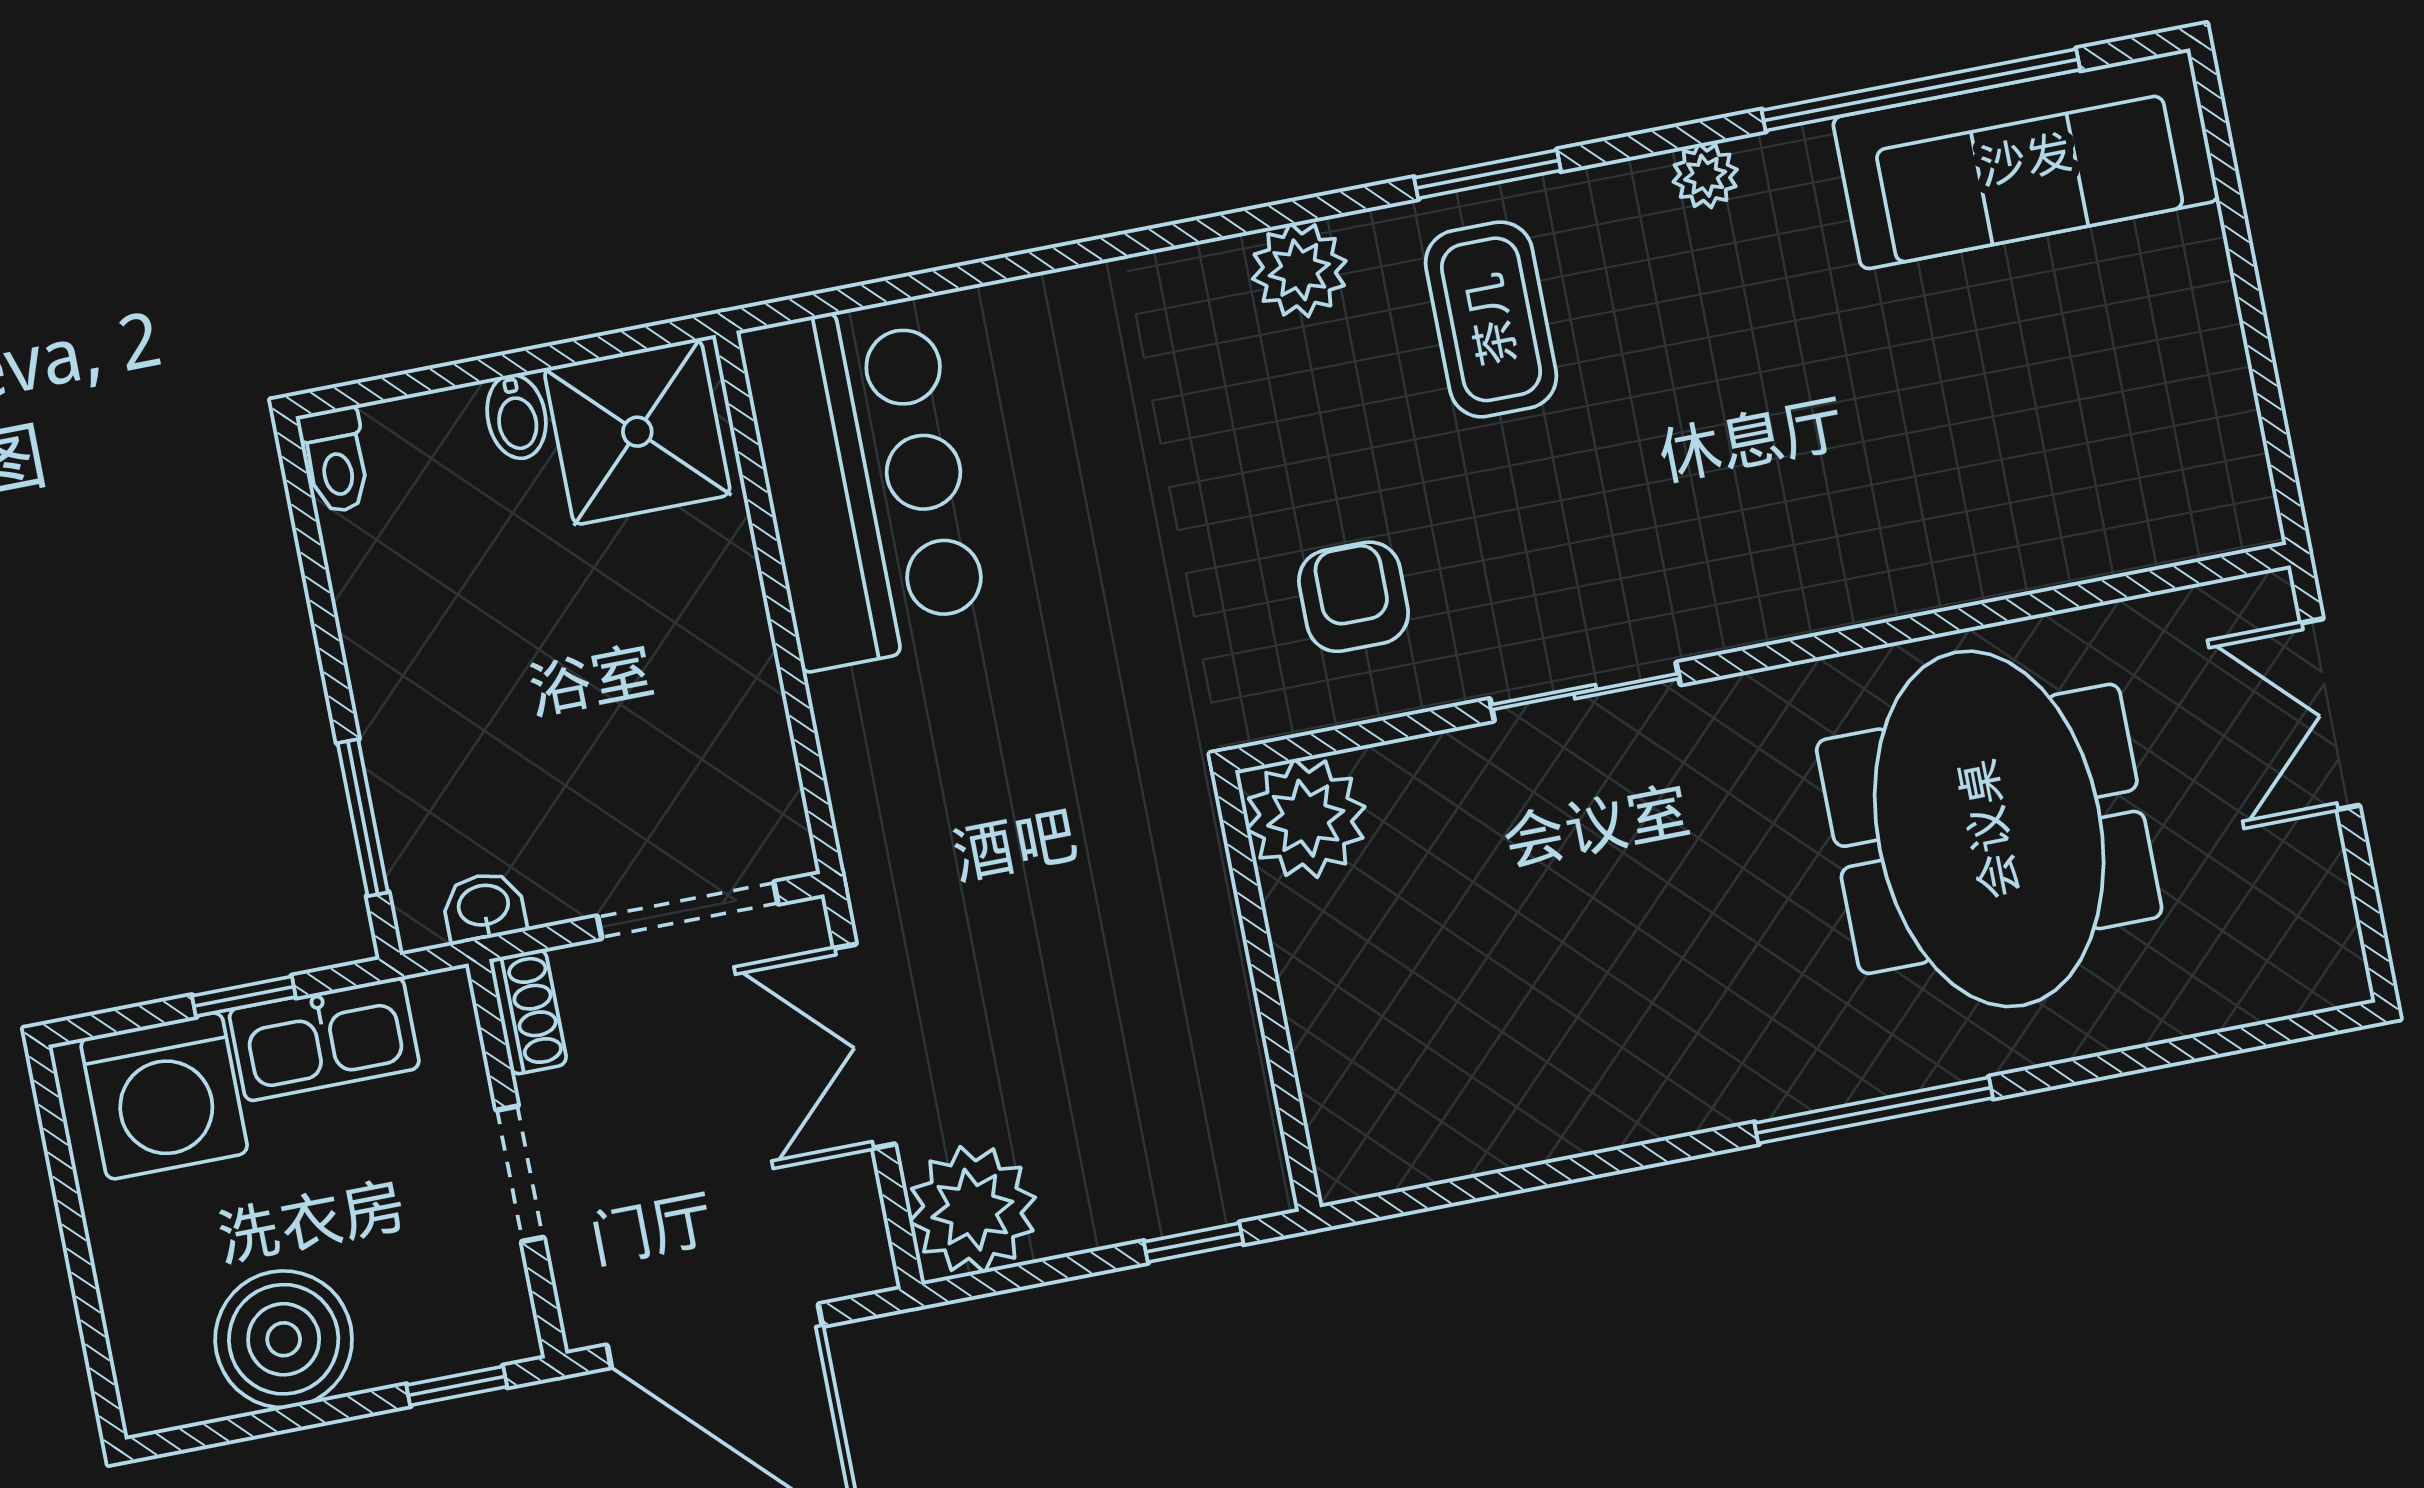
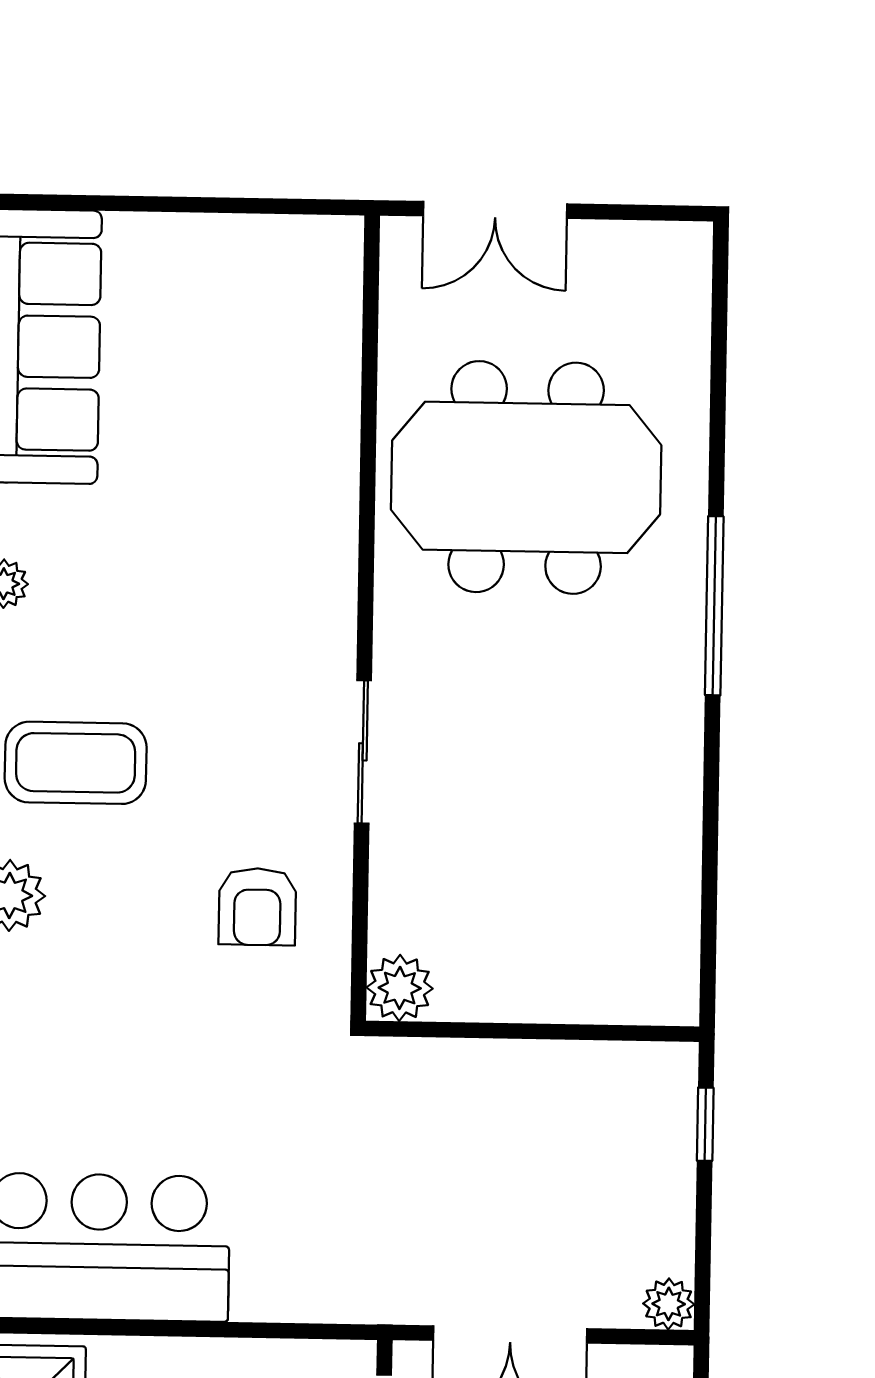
armchair: (1354, 597) -> (257, 907), turned -90
plant: (1306, 818) -> (400, 988), width x0.73, depth x0.73
plant: (972, 1210) -> (669, 1304), width x0.53, depth x0.53

